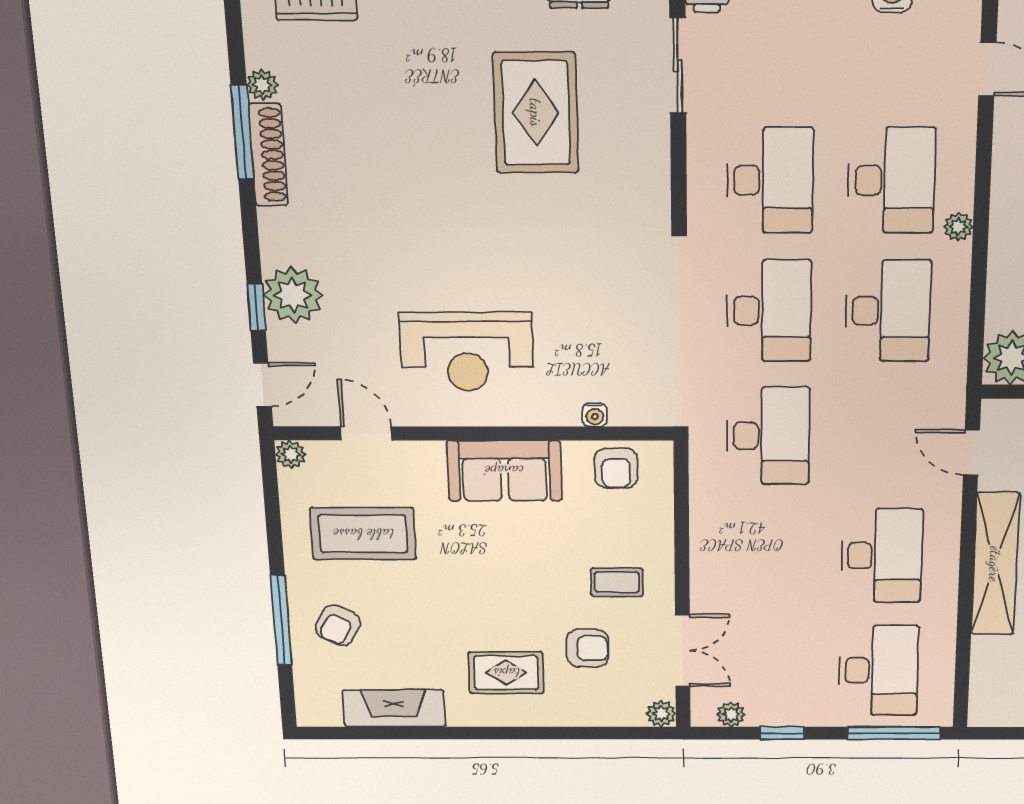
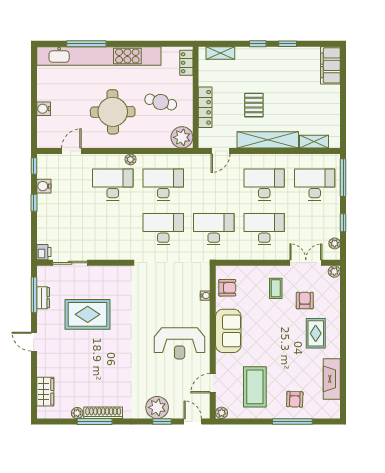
desk: (770, 180) -> (264, 229), moved
reception desk: (467, 352) -> (180, 343), turned 90
armchair: (338, 625) -> (295, 399), turned 64
shelving: (986, 669) -> (314, 142), added

